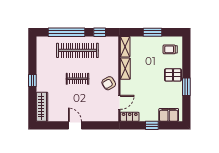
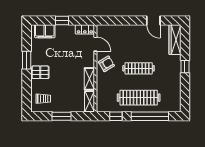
clothes rail: (77, 79) -> (139, 68), width x1.36
door: (119, 102) -> (95, 44), swing flipped
door: (75, 125) -> (153, 20), moved

